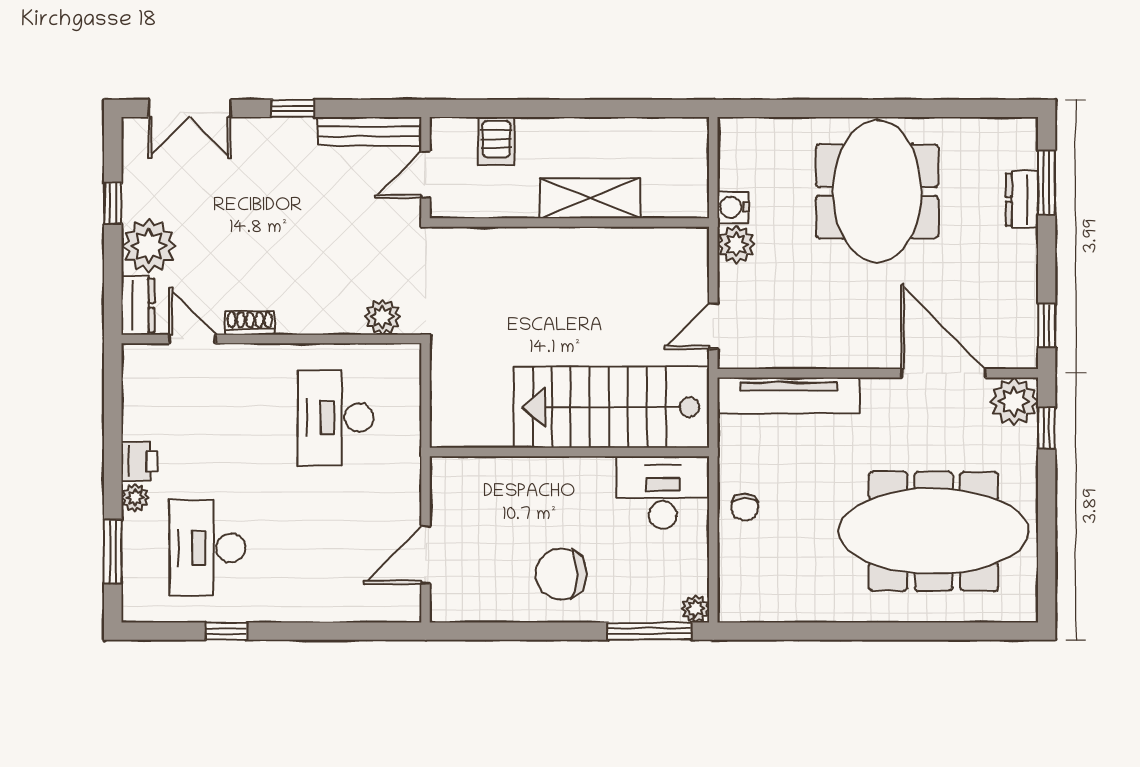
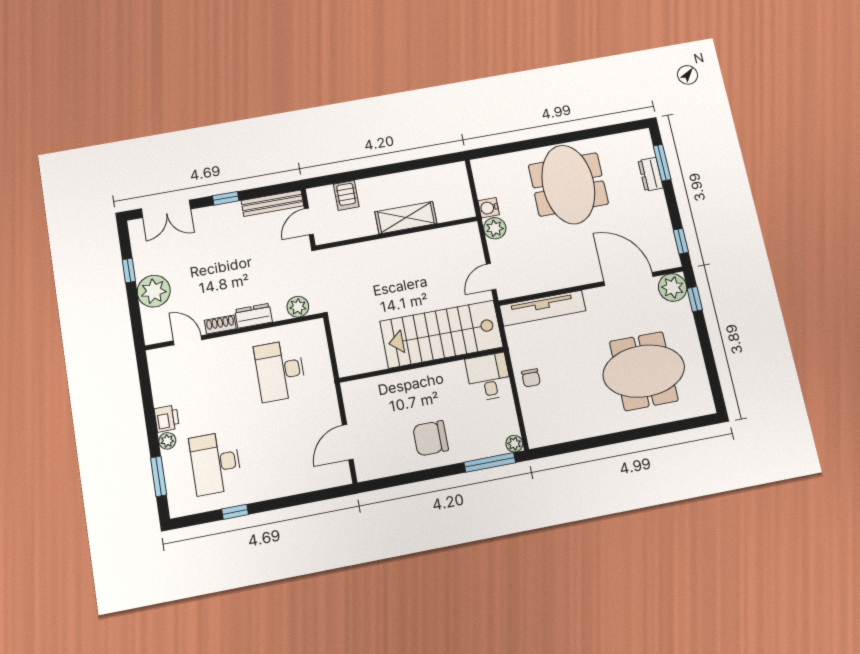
dresser: (138, 305) -> (254, 316), moved, turned -90
desk: (663, 492) -> (489, 377), width x0.73
meeting table: (933, 531) -> (644, 371), width x0.73

